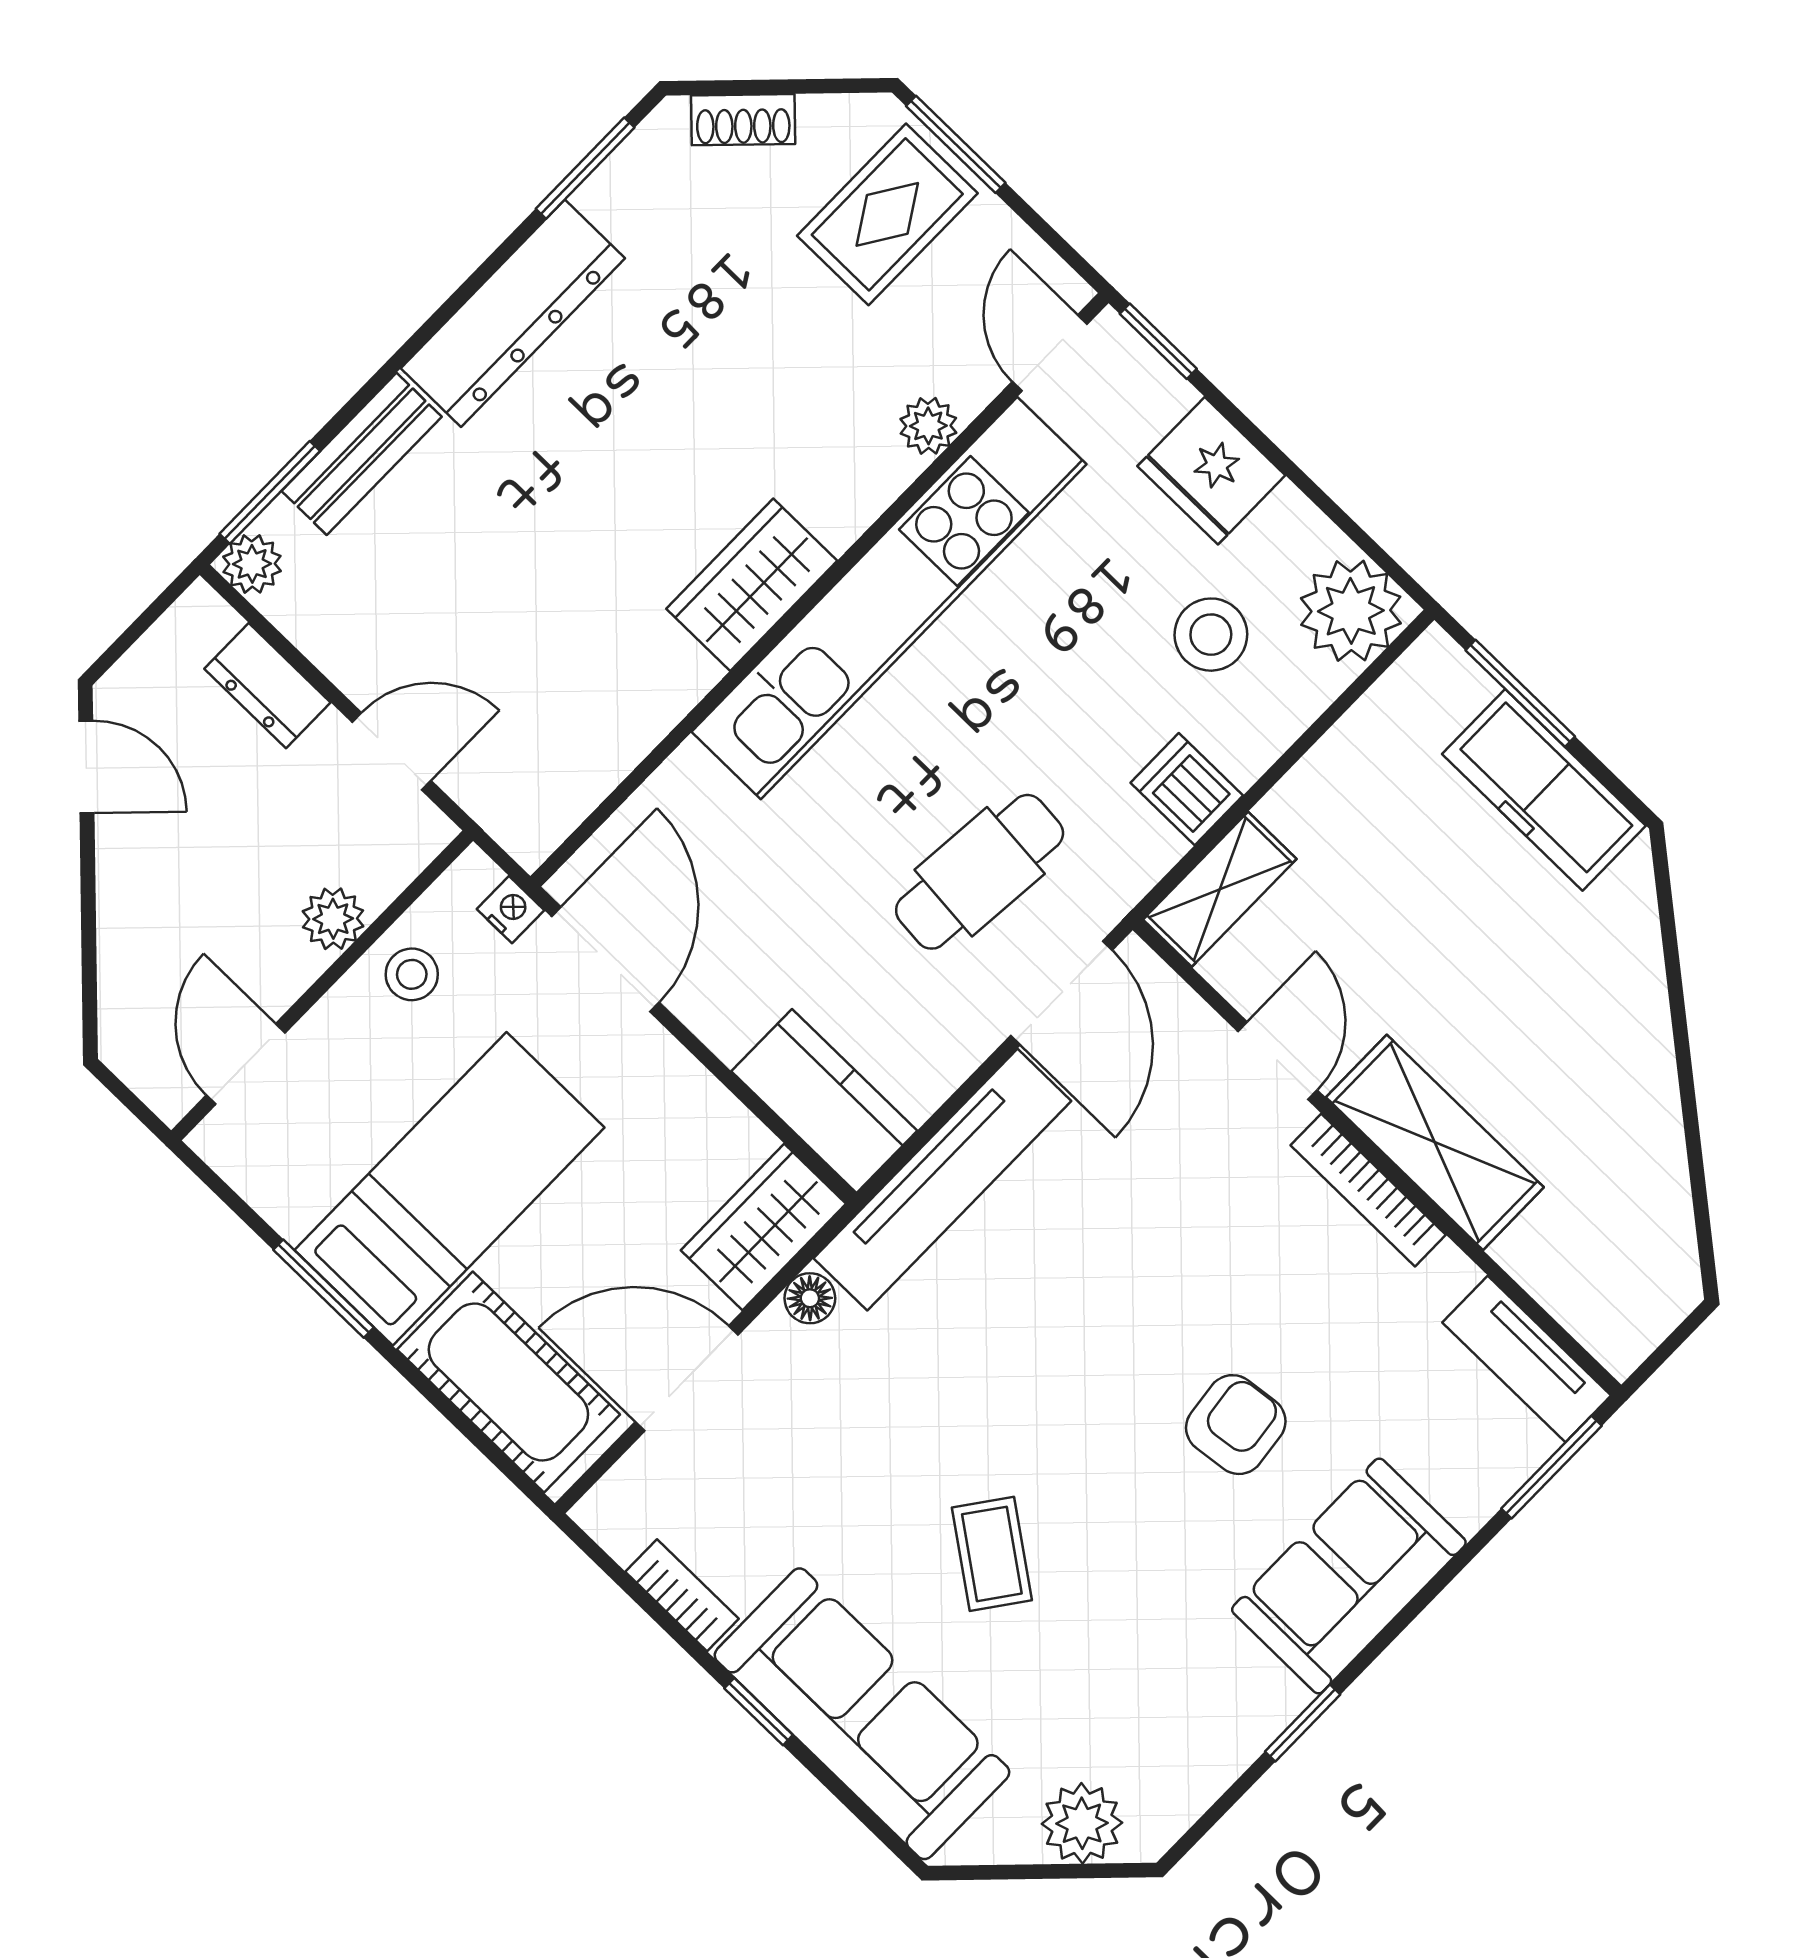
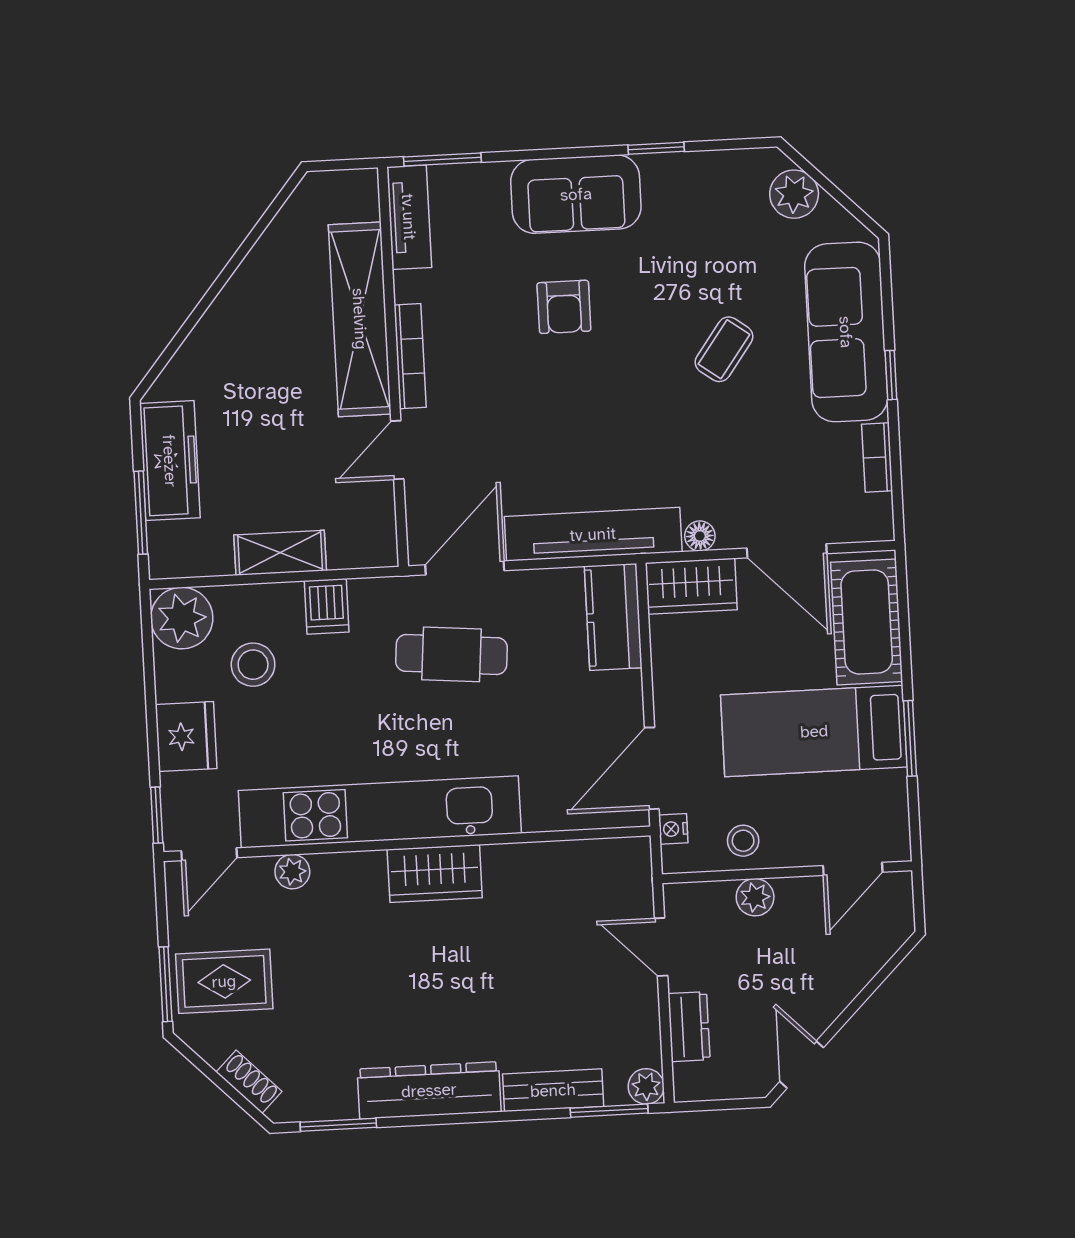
shelving: (1220, 889) -> (280, 553), moved
shelving: (1435, 1142) -> (360, 319), width x1.47
armchair: (1236, 1425) -> (564, 307), turned -83

